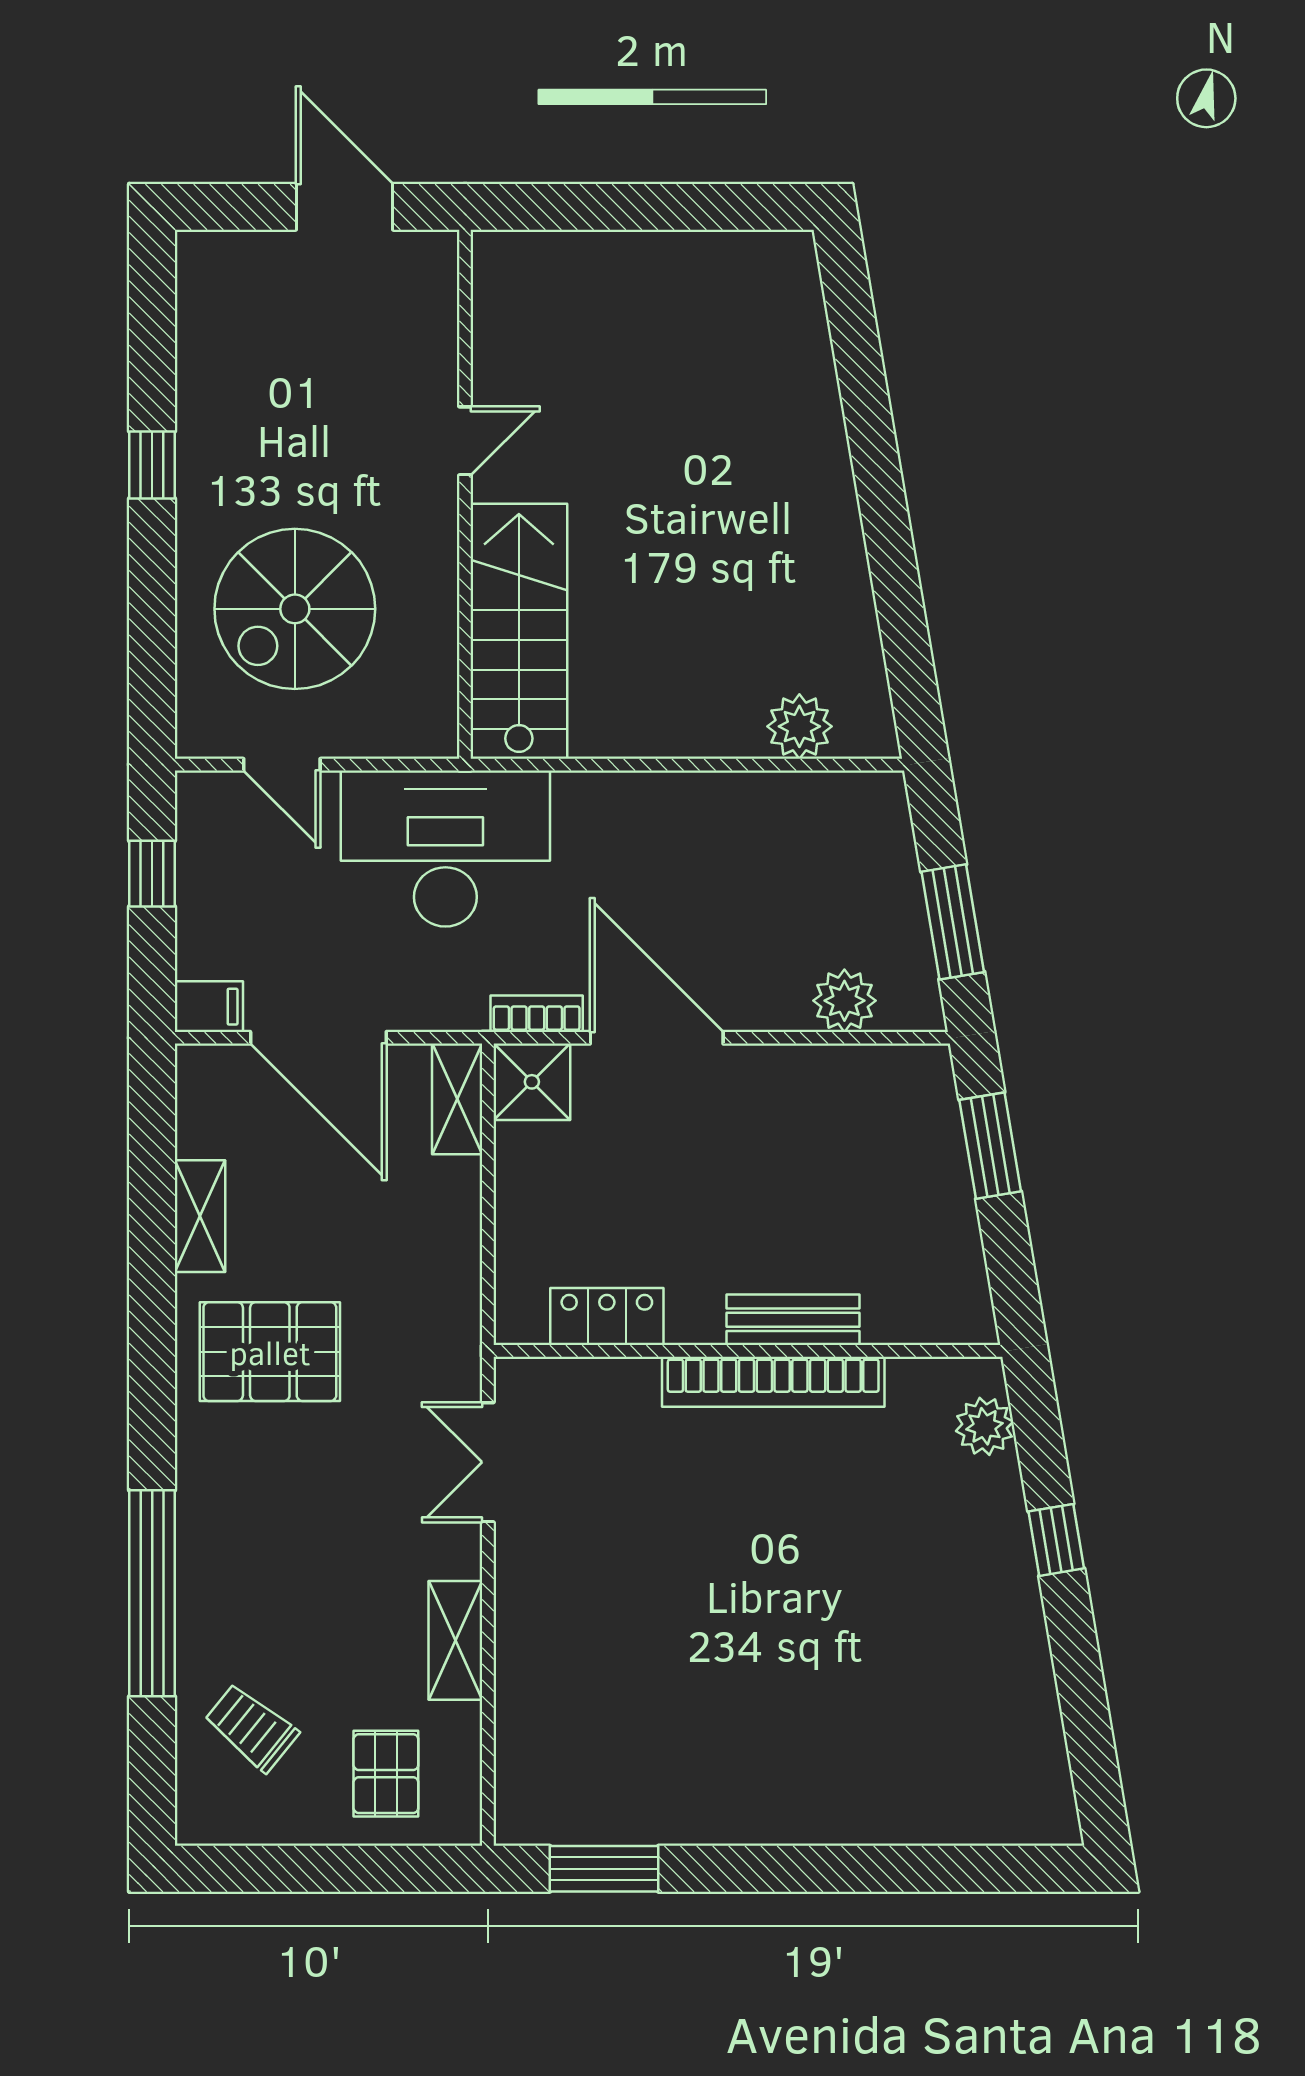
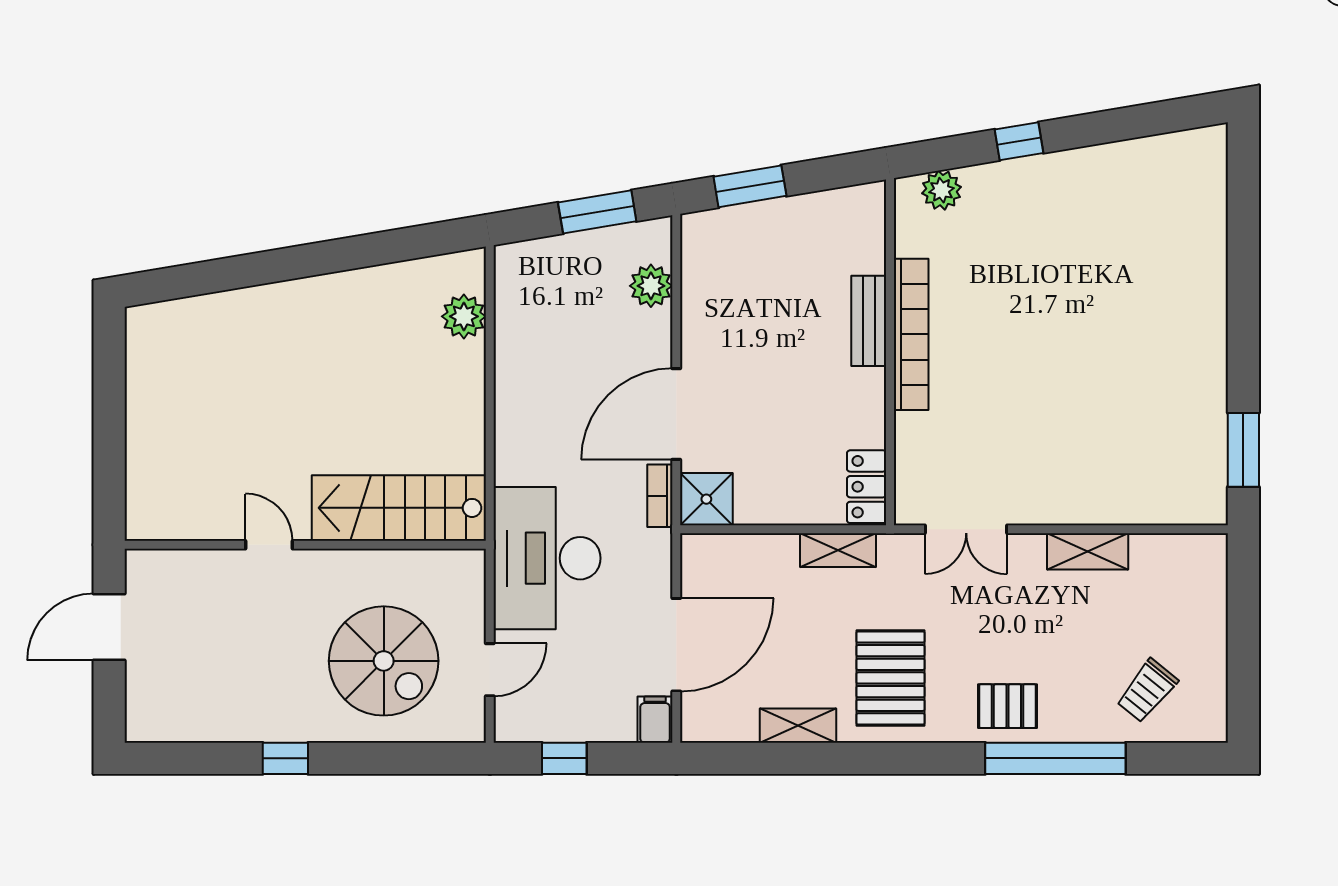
shelving: (457, 1099) -> (838, 550), moved
locker: (607, 1317) -> (867, 487), moved
pallet: (386, 1774) -> (1007, 706), moved

